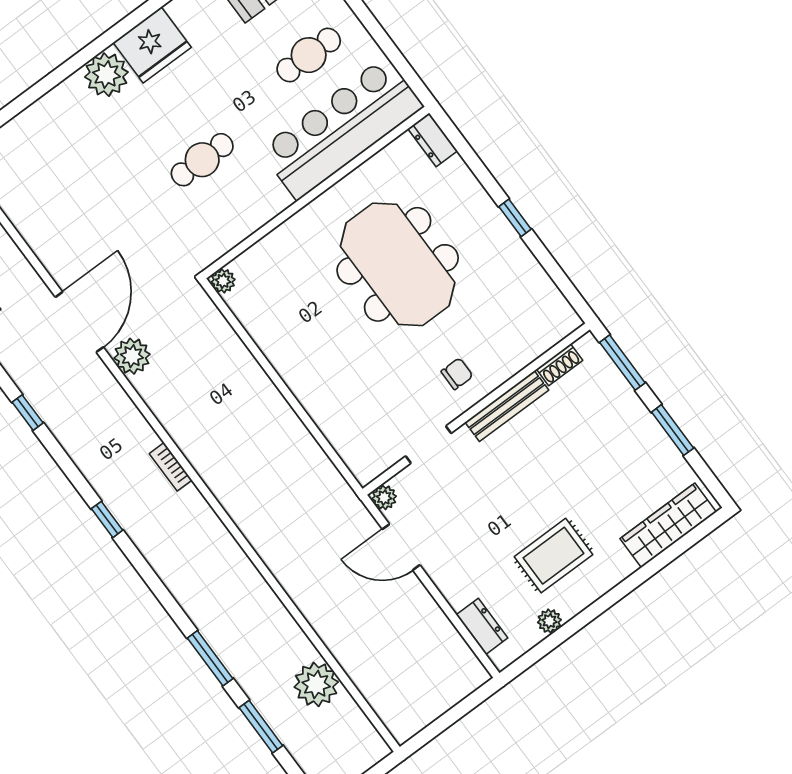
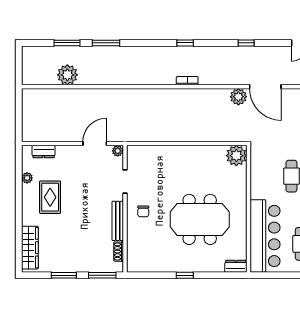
plant: (223, 281) -> (236, 156), width x1.88, depth x1.88

